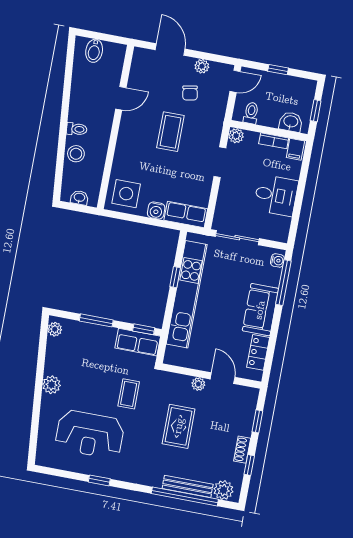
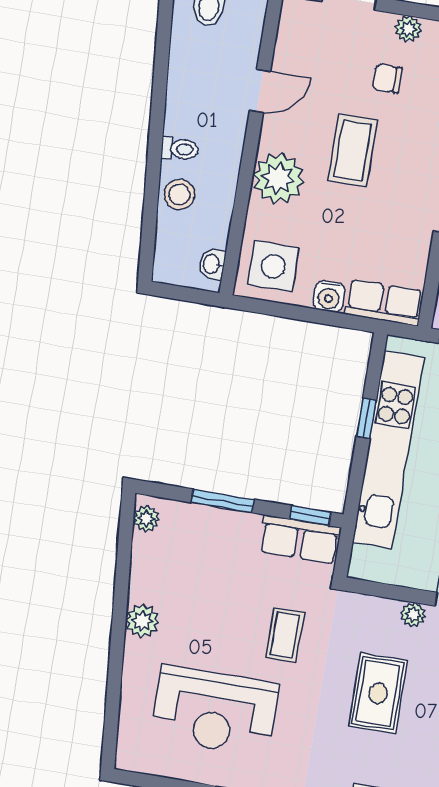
chair: (190, 93) -> (387, 78), turned 100
plant: (130, 146) -> (278, 178), added
washbasin: (79, 198) -> (212, 264), moved, turned -90

